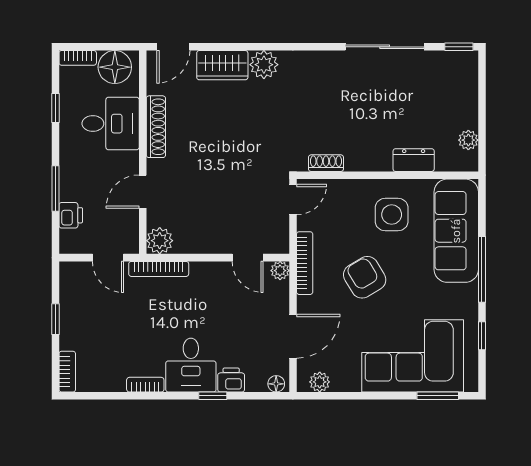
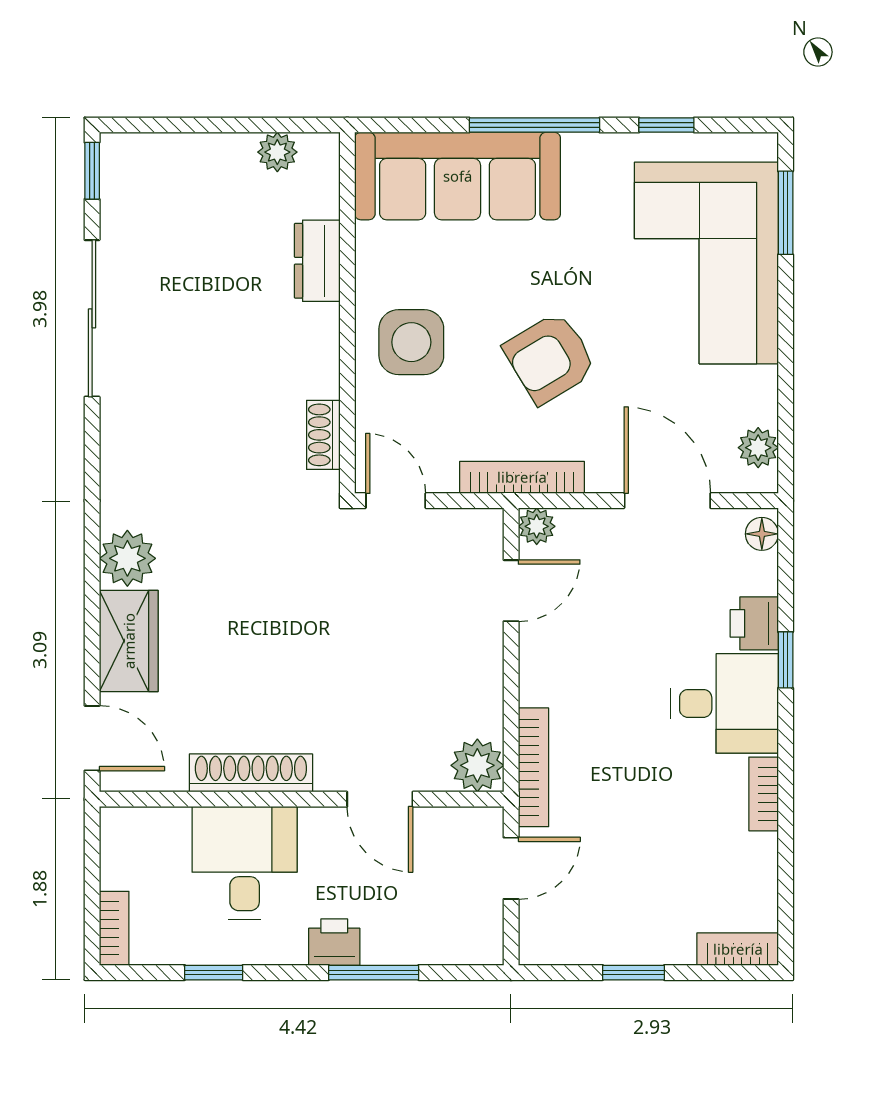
floor lamp: (115, 67) -> (132, 855), removed
printer: (71, 215) -> (334, 942), moved
side table: (392, 215) -> (411, 342), moved

